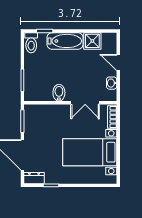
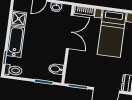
bidet: (59, 93) -> (56, 69), moved
double door: (85, 103) -> (70, 32), width x1.37

